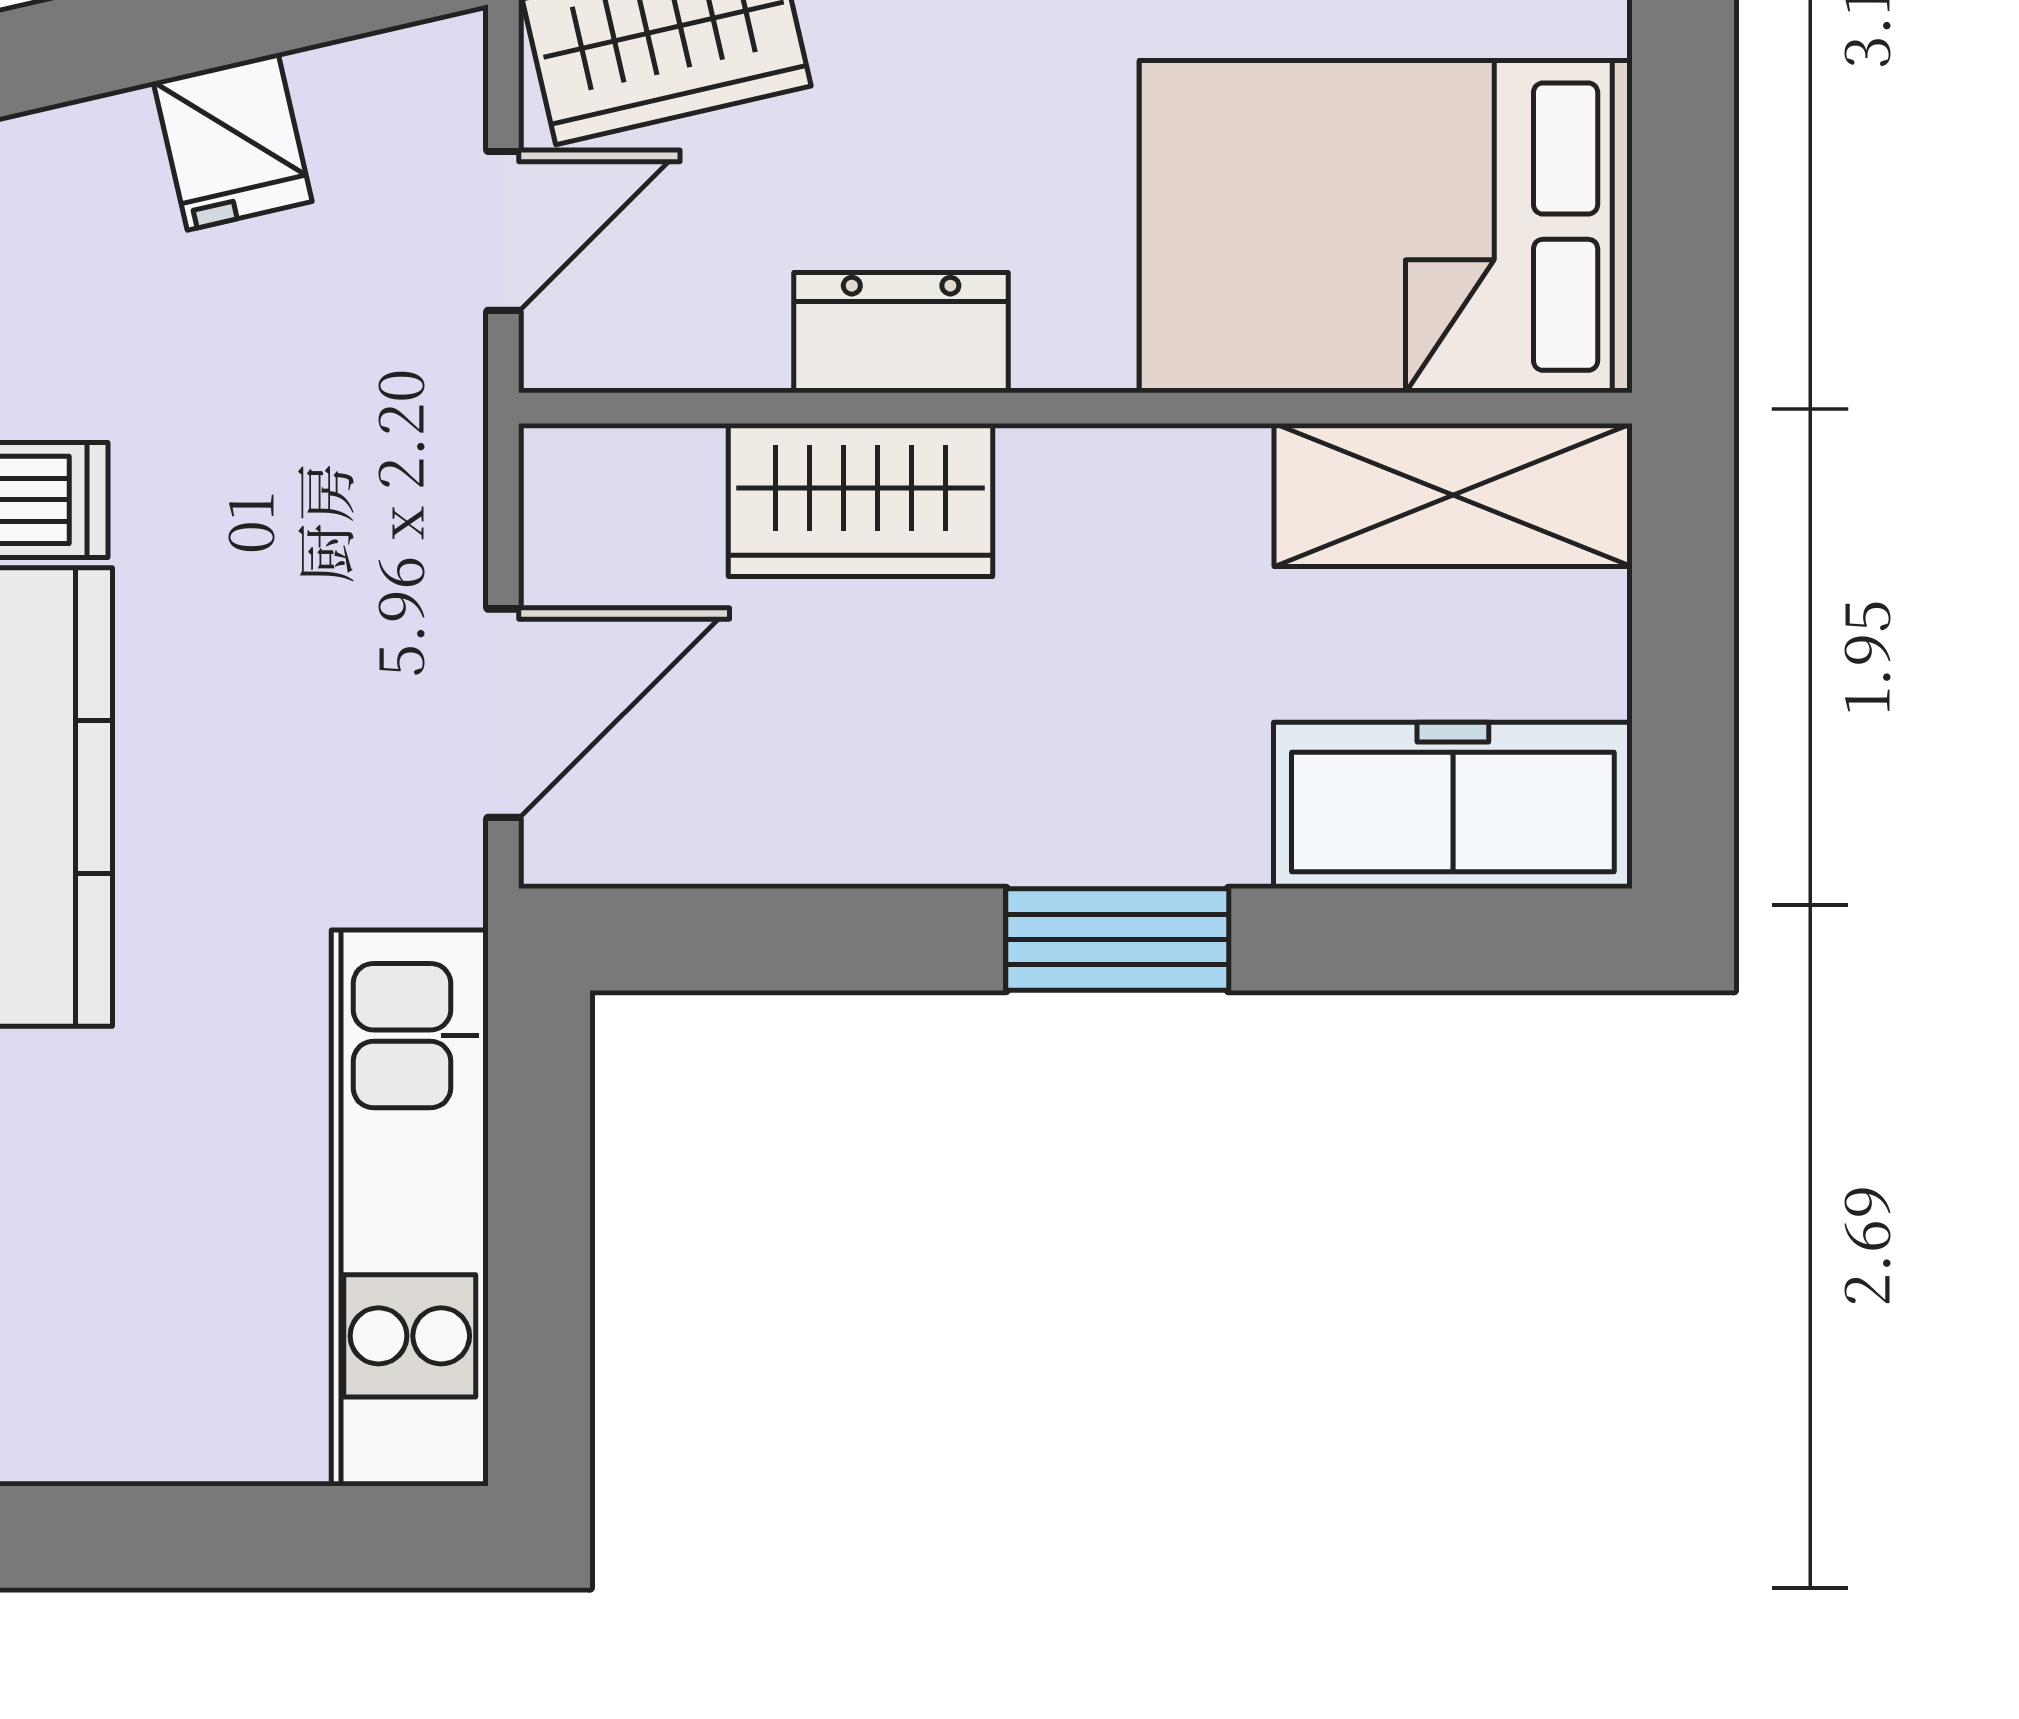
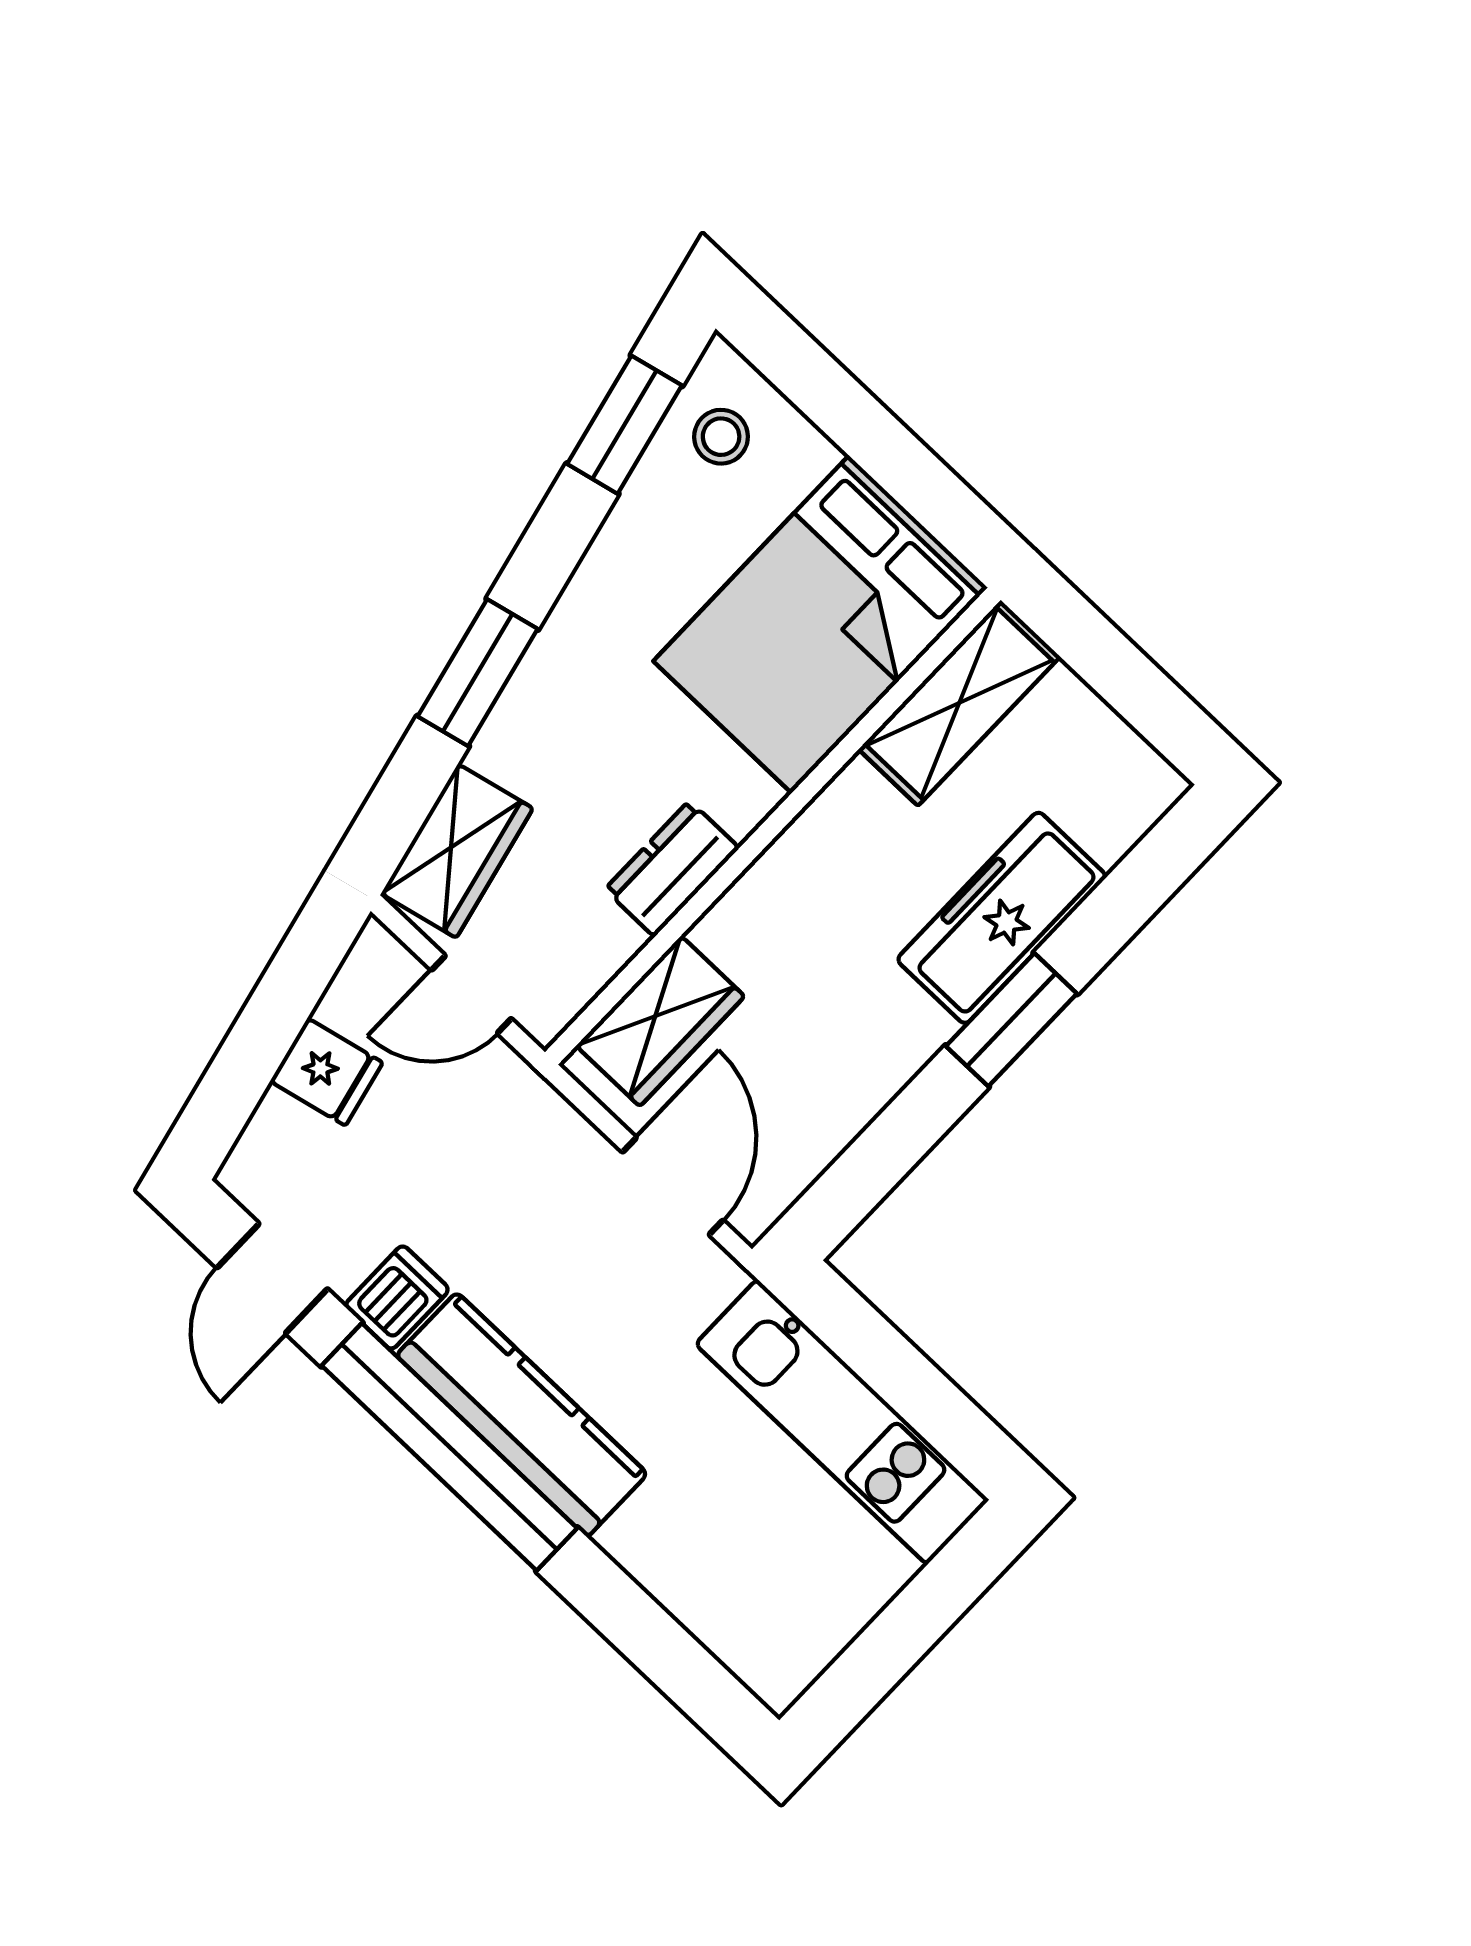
door: (503, 231) -> (471, 994), swing flipped
wardrobe: (860, 500) -> (660, 1021), moved
freezer: (1453, 805) -> (1002, 918), moved

